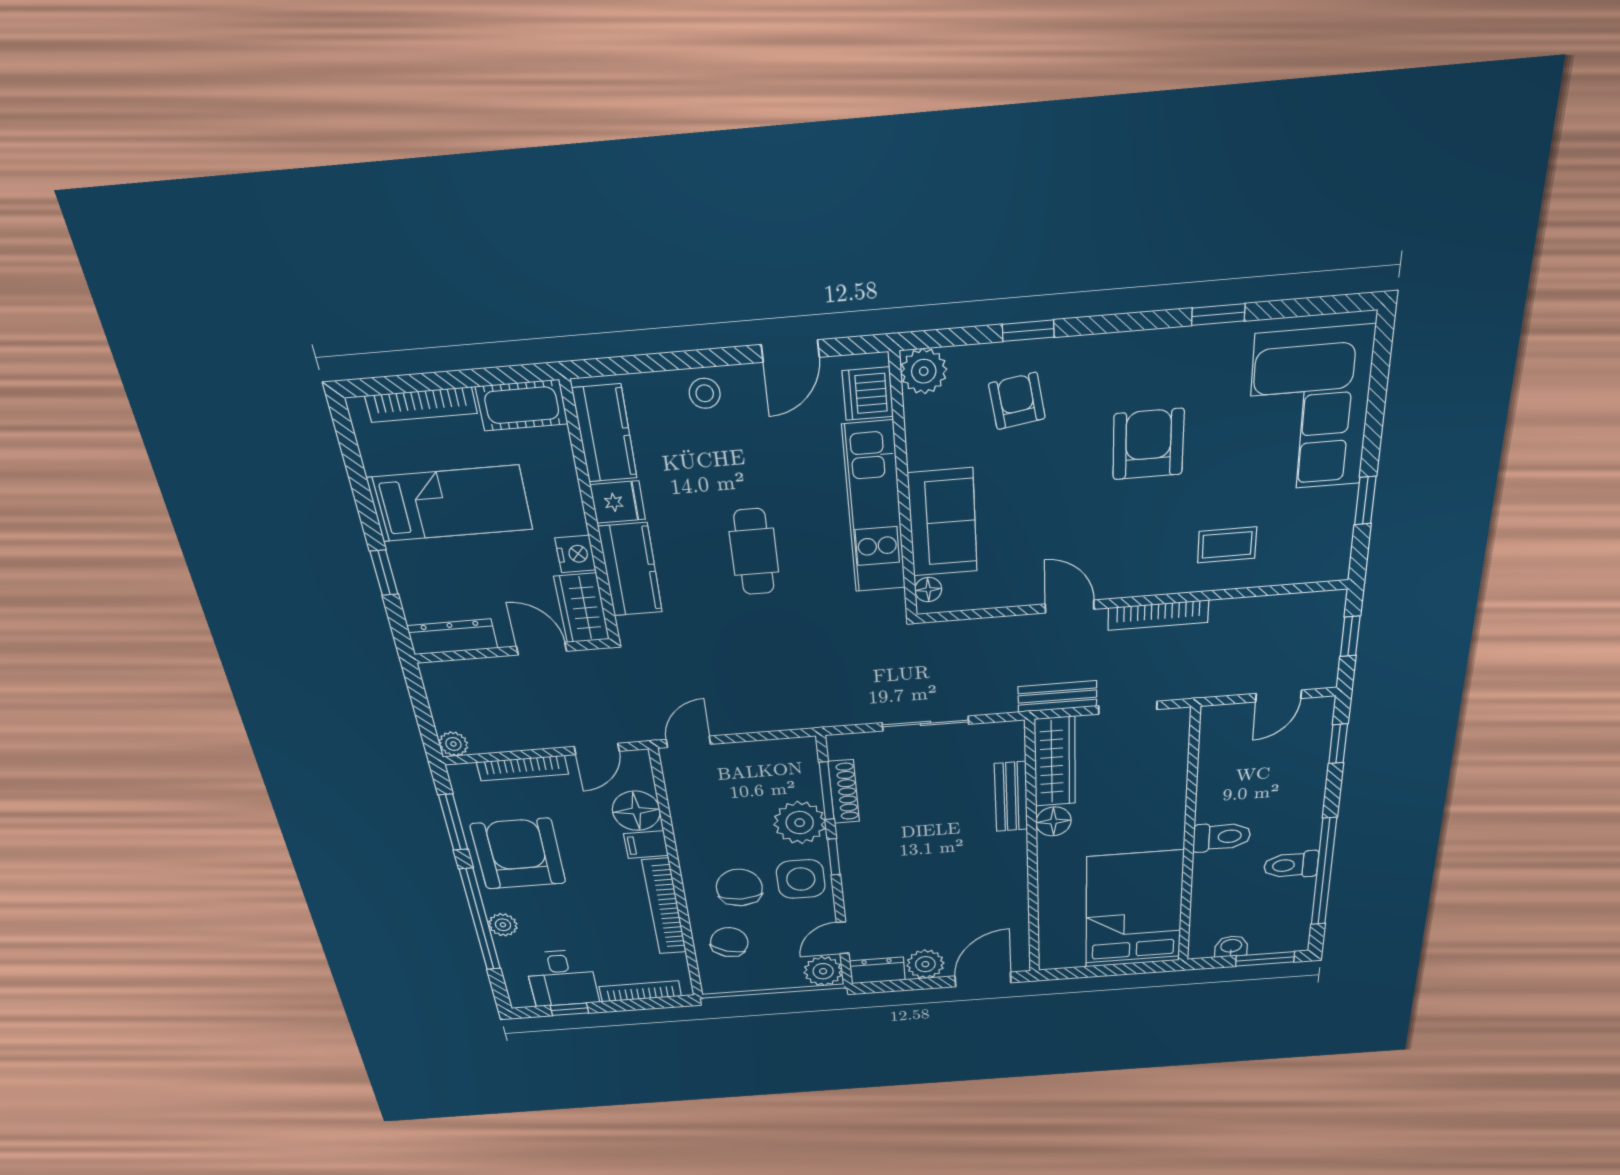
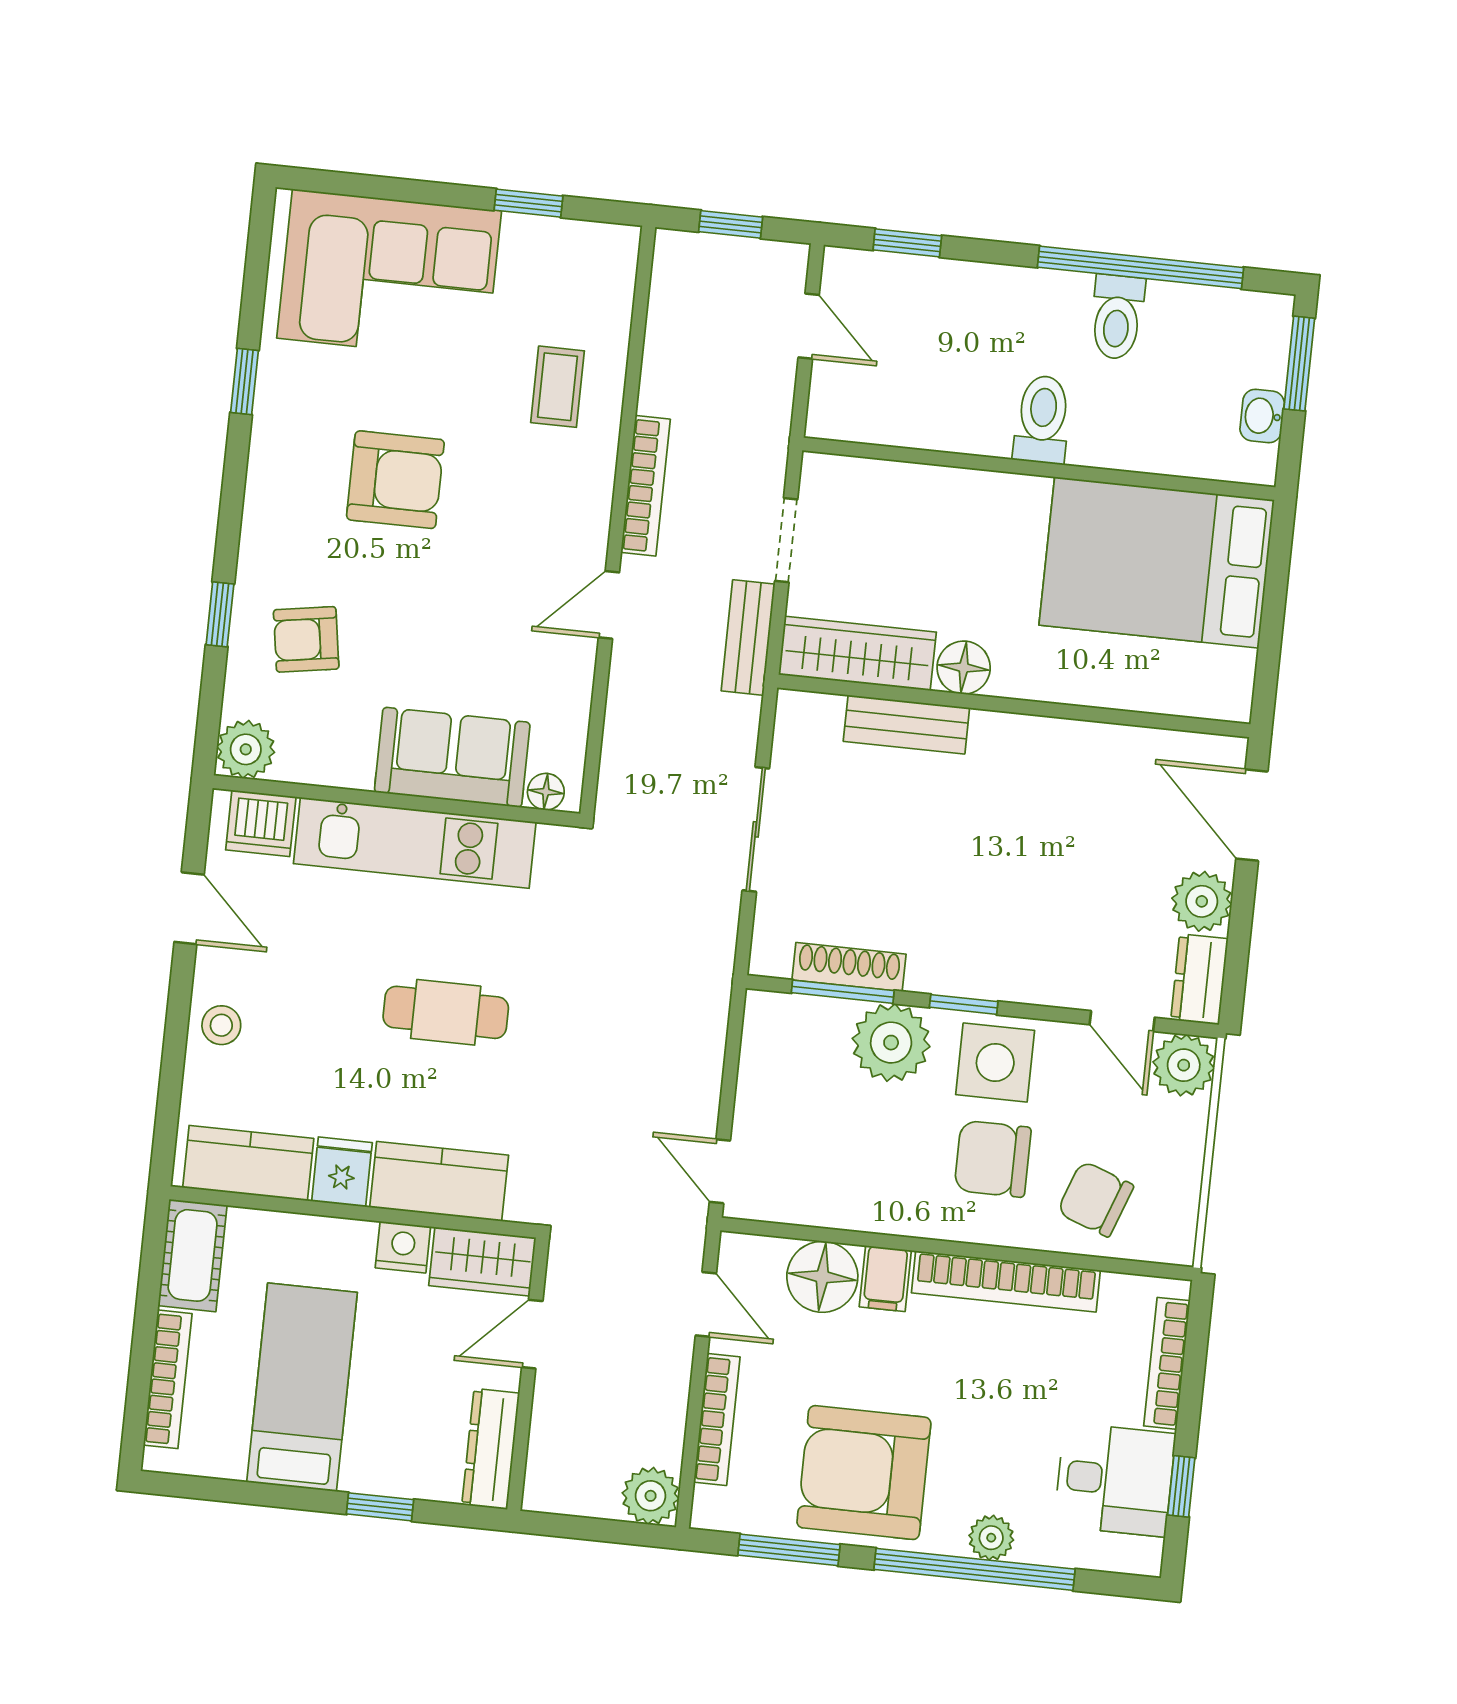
armchair: (1148, 444) -> (395, 480), turned 180
plant: (453, 744) -> (651, 1496), width x1.38, depth x1.38

